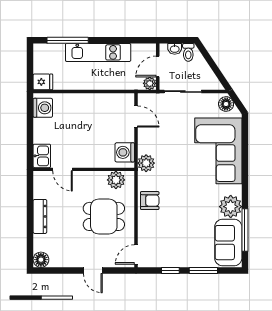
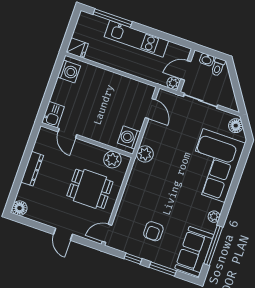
armchair: (150, 201) -> (153, 231), moved, turned 90
plant: (231, 207) -> (214, 217), width x0.53, depth x0.53

